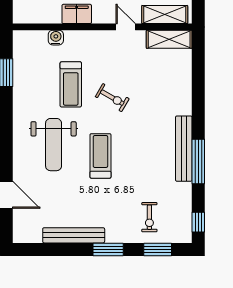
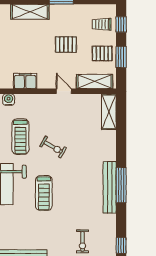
shelving: (169, 39) -> (109, 112), moved, turned 90
treadmill: (100, 156) -> (44, 193), turned 180
window: (198, 161) -> (121, 185), moved

